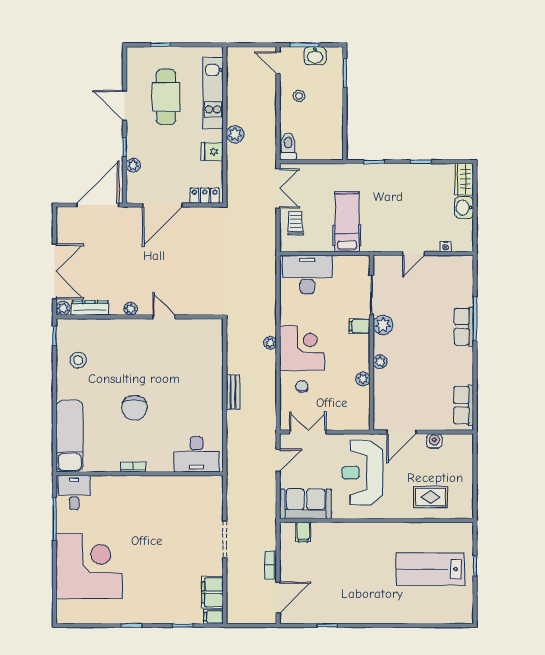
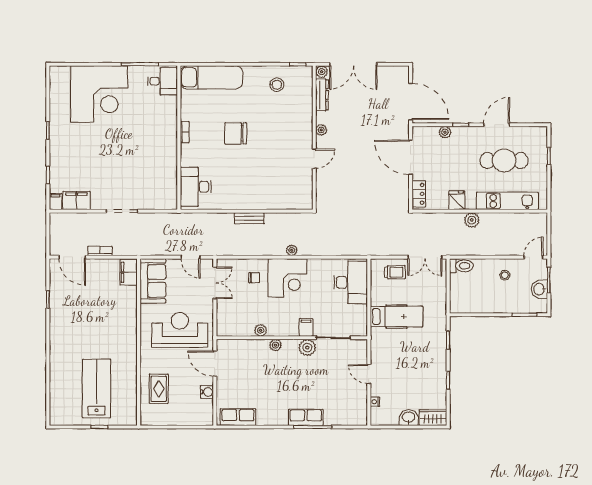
filing cabinet: (303, 532) -> (128, 272), width x2.00

